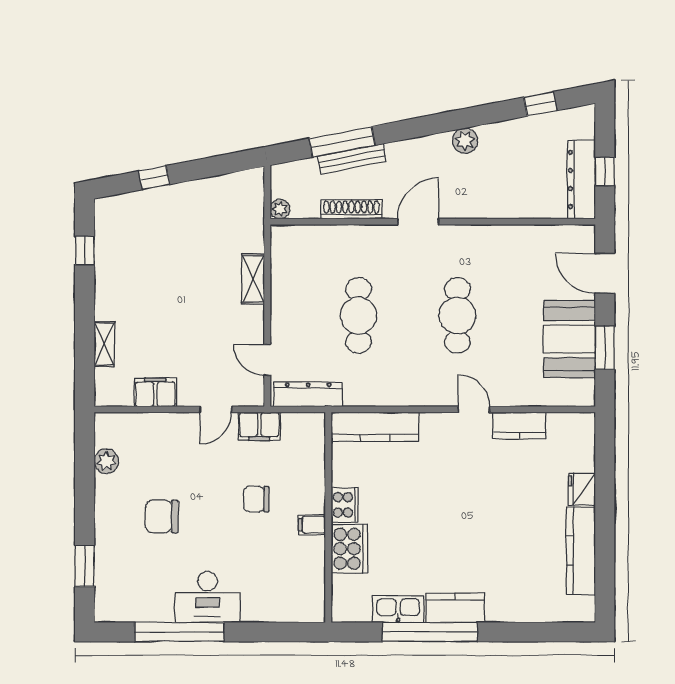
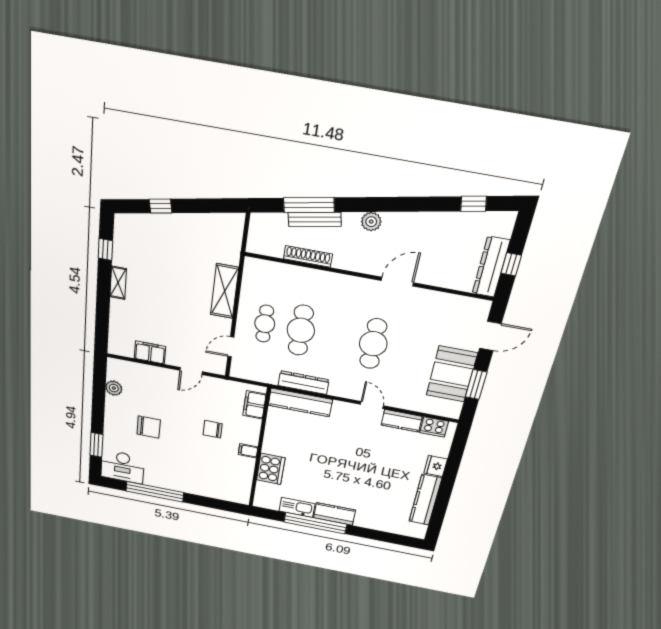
plant: (465, 141) -> (371, 222), moved
plant: (280, 209) -> (254, 246), removed
door: (418, 222) -> (397, 282), moved
door: (605, 273) -> (490, 336), swing flipped
shelving: (253, 279) -> (225, 291), width x1.50, depth x1.33
cafe table: (309, 316) -> (265, 324), added
shelving: (104, 344) -> (118, 283), moved
door: (267, 360) -> (231, 347), hinge flipped
dresser: (308, 394) -> (303, 383), moved
filing cabinet: (259, 426) -> (254, 405), moved, turned 90
cooker: (345, 505) -> (434, 427), moved, turned 90
chair: (162, 516) -> (149, 427), turned 180
desk: (207, 597) -> (122, 467), moved

